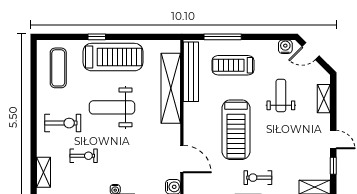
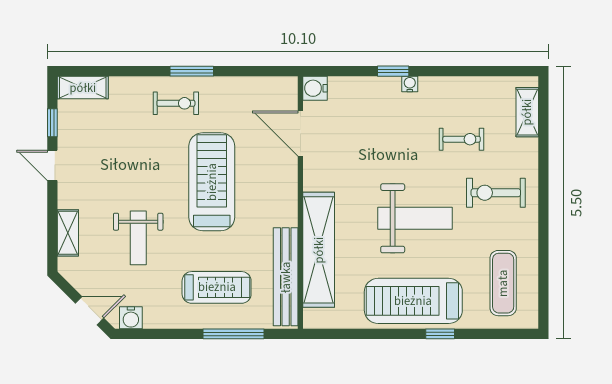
exercise bike: (84, 156) -> (462, 139), turned 180

